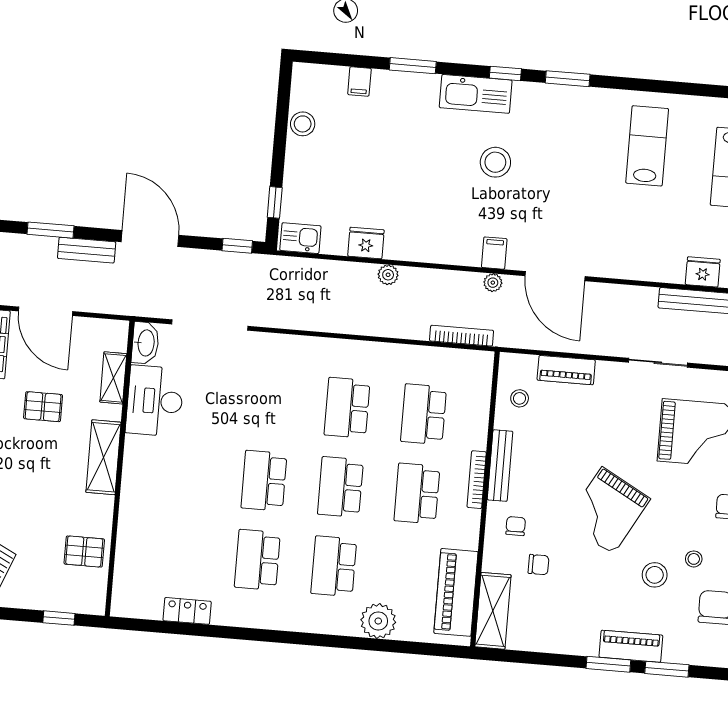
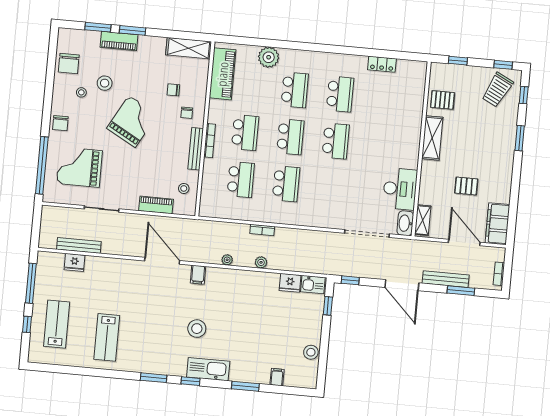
fridge: (366, 243) -> (290, 283), moved
bench: (87, 250) -> (446, 279), width x1.36
plant: (493, 283) -> (227, 260), moved
bookcase: (462, 336) -> (262, 230), moved, width x0.64
shelving: (113, 378) -> (423, 220), moved
shelving: (103, 457) -> (432, 138), moved
shelving: (493, 611) -> (189, 48), moved, turned 90

